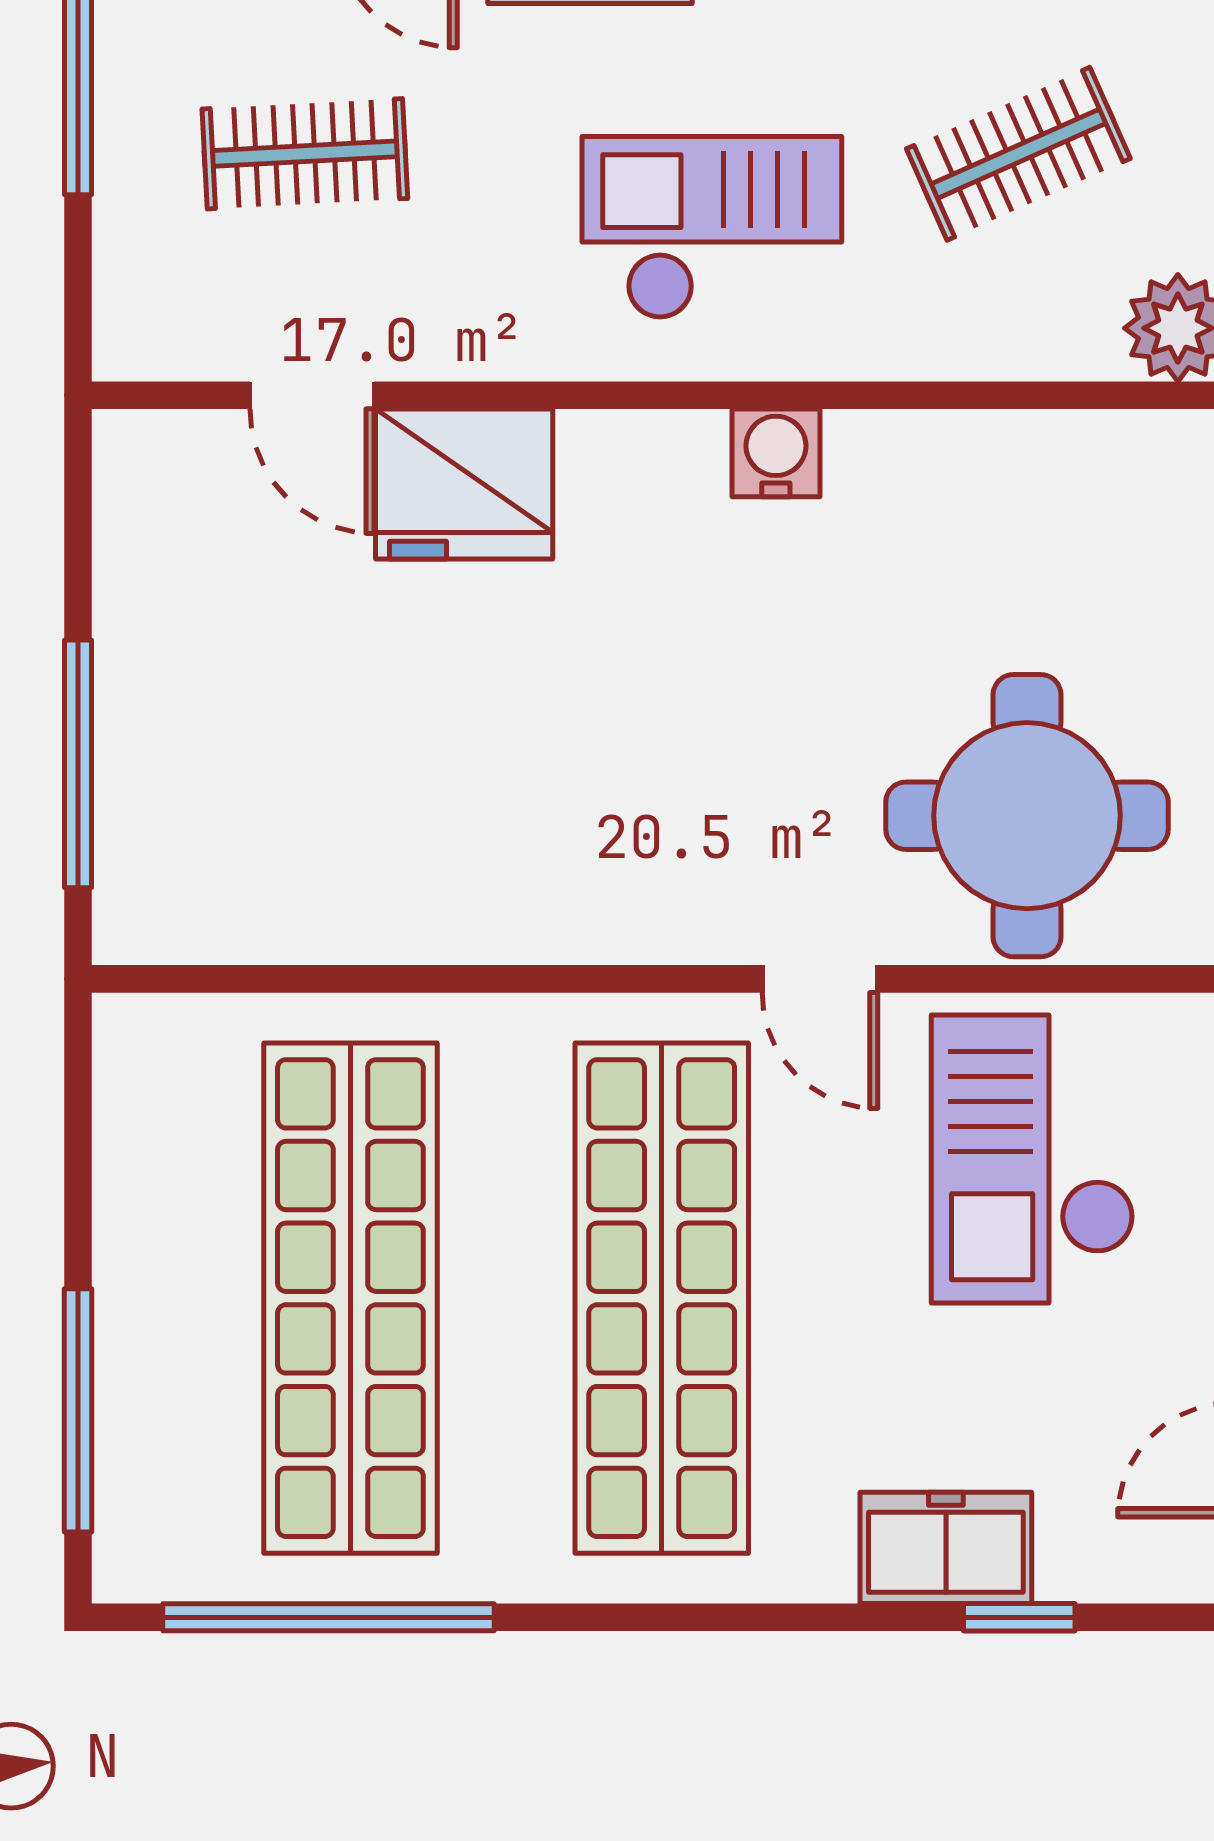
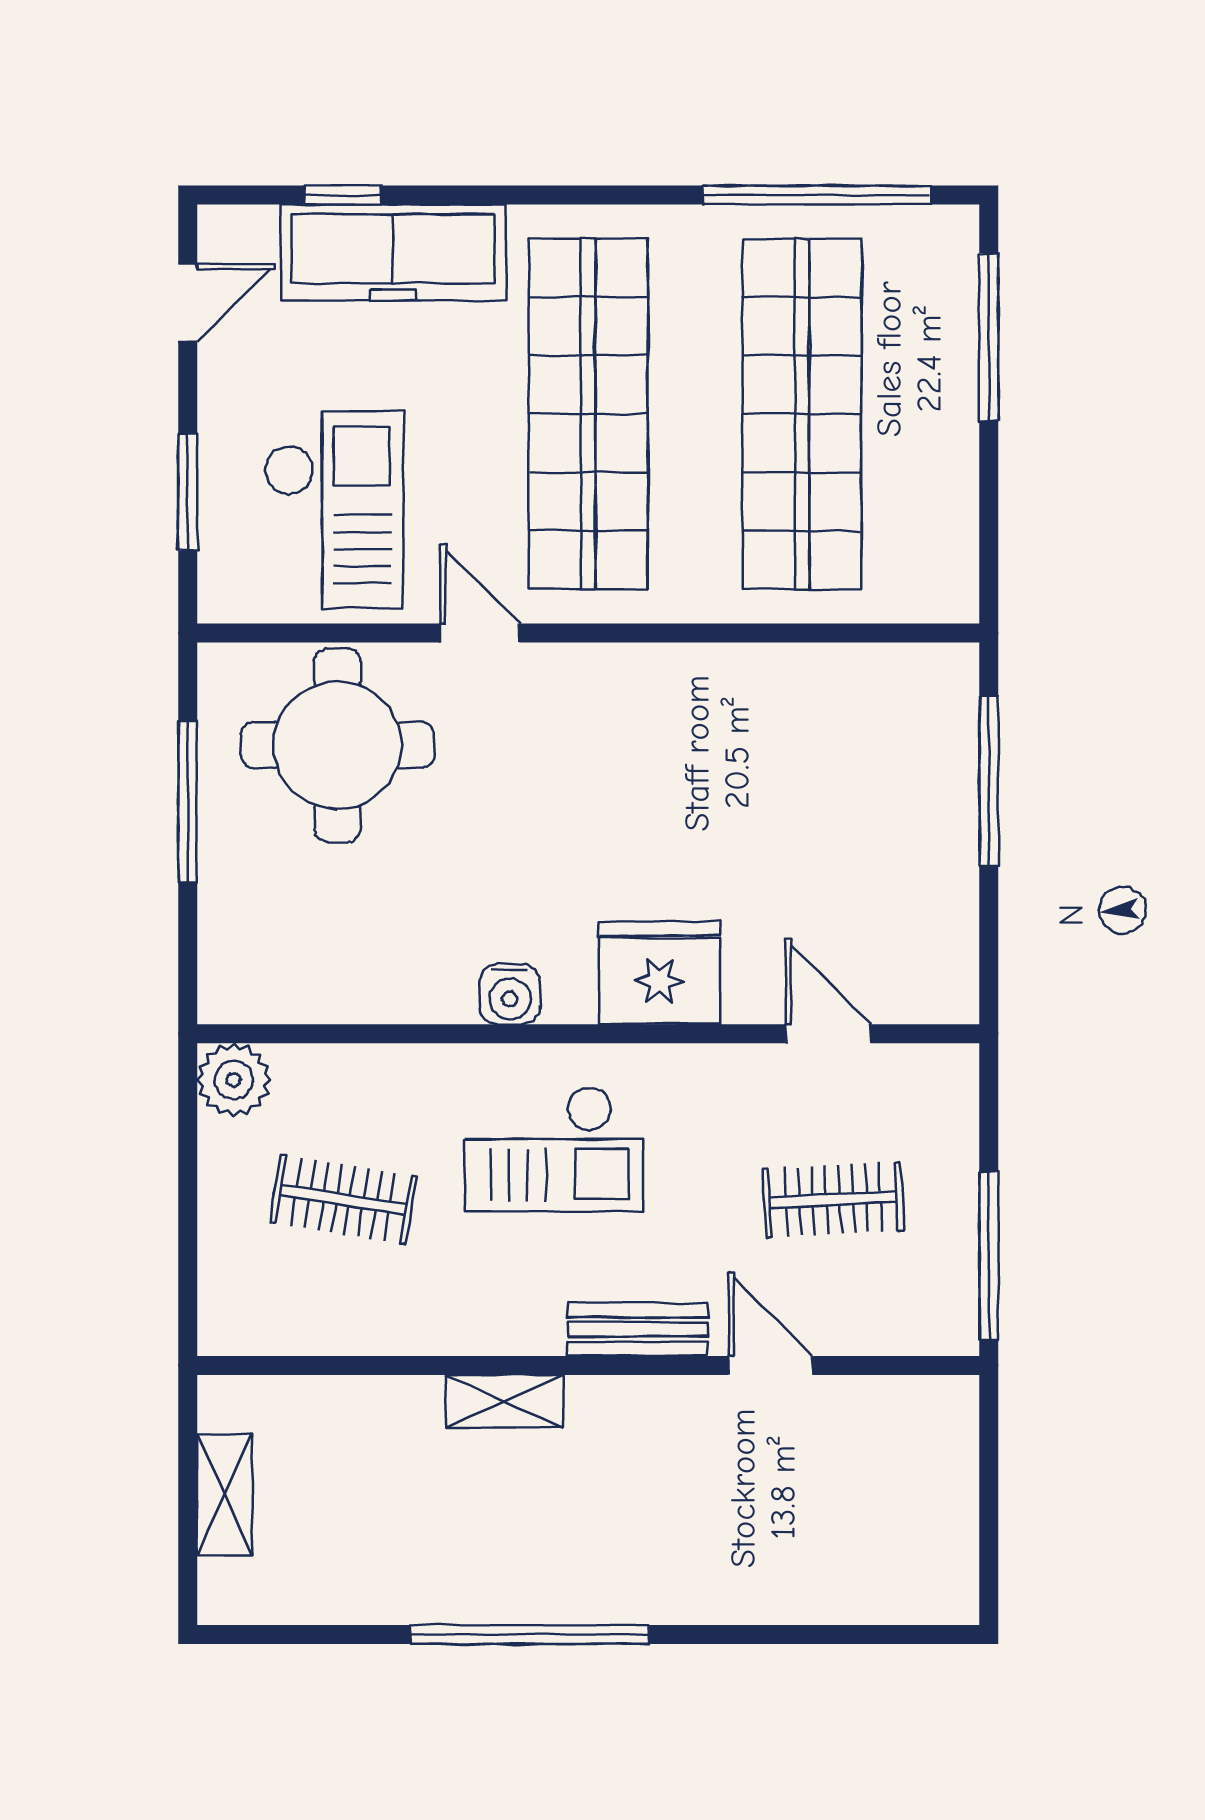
clothes rail: (1018, 154) -> (343, 1200), turned 33
fridge: (464, 484) -> (659, 973), moved
freezer: (946, 1548) -> (393, 253), width x1.91, depth x1.26

